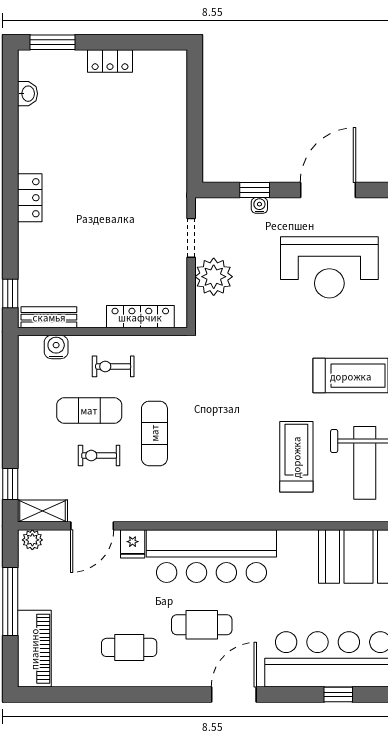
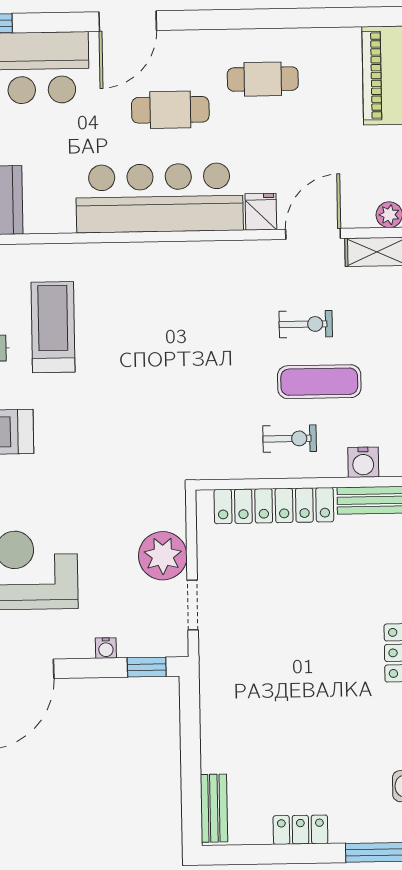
bench: (177, 79) -> (214, 808), added
window: (255, 190) -> (147, 667), moved
locker: (140, 317) -> (274, 506), width x1.41, depth x1.21
exercise mat: (154, 433) -> (235, 354), removed
treadmill: (296, 457) -> (53, 327), turned 180

